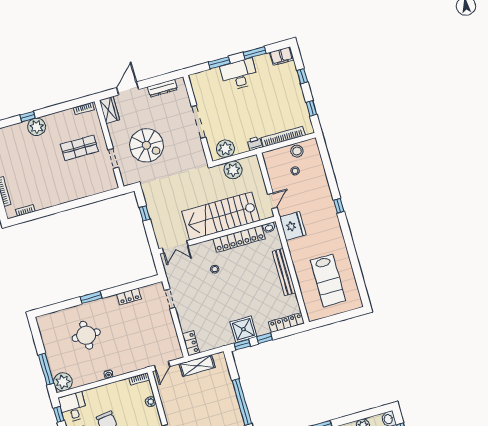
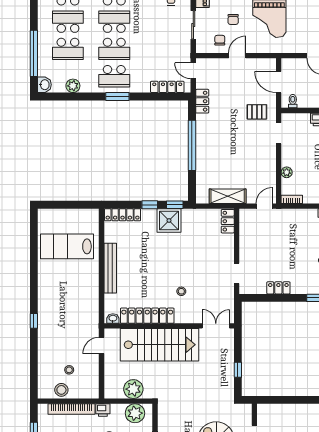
fridge: (293, 226) -> (88, 313), removed
lab bench: (328, 281) -> (67, 246), turned -90

